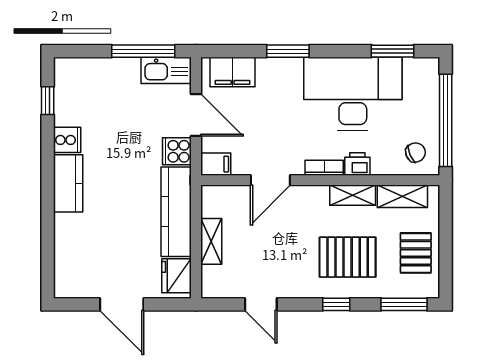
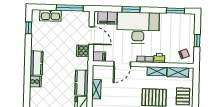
kitchen sink: (166, 70) -> (50, 16), moved
desk: (353, 94) -> (138, 28), moved
window: (446, 120) -> (197, 41), width x0.32
cooker: (67, 140) -> (35, 82), moved
kitchen counter: (176, 212) -> (82, 83), width x0.67

